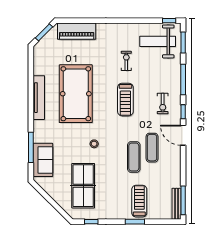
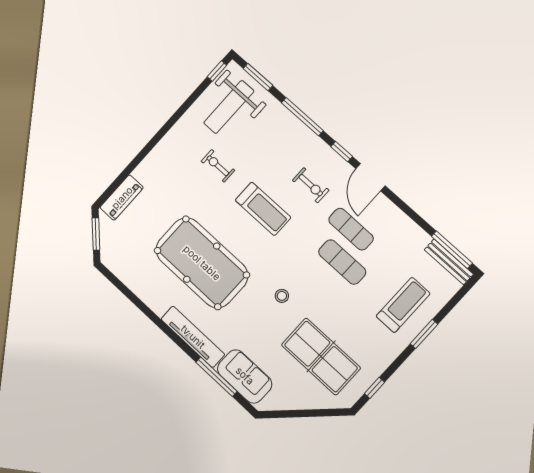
piano: (77, 31) -> (122, 198), width x0.73, depth x0.75
tv unit: (39, 98) -> (193, 337), moved
exercise bike: (163, 104) -> (311, 185), moved
door: (183, 135) -> (370, 177), hinge flipped
treadmill: (139, 201) -> (403, 305), turned 90

